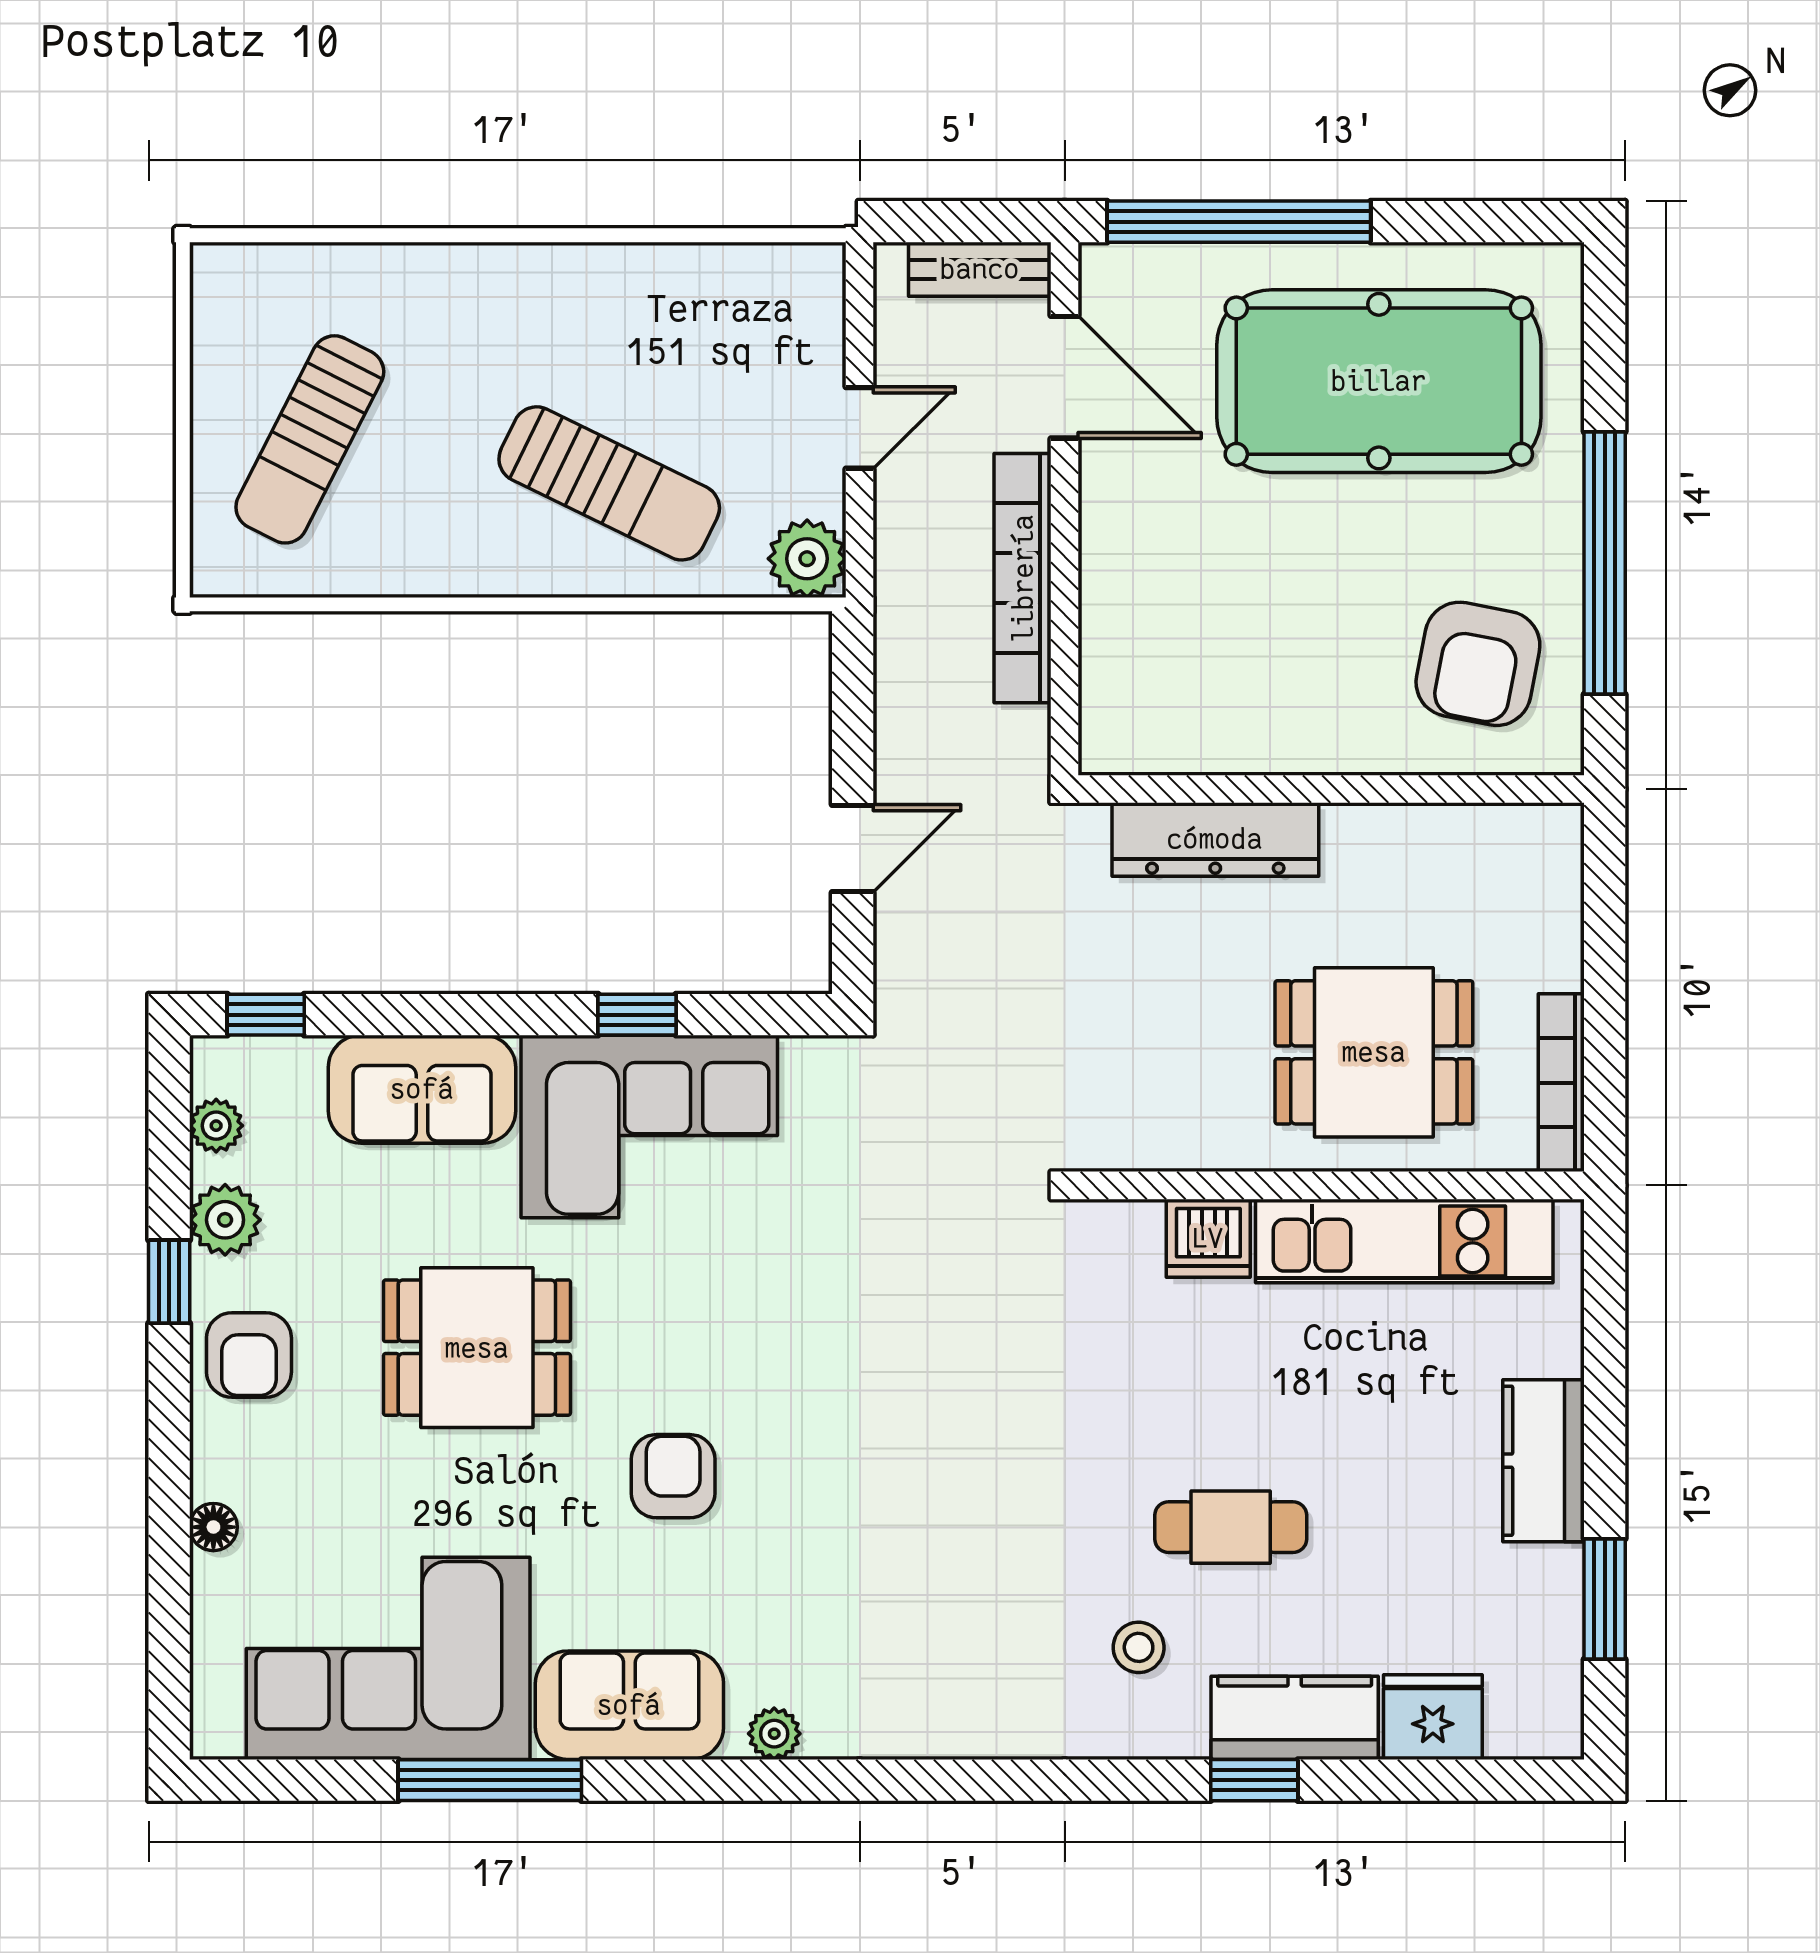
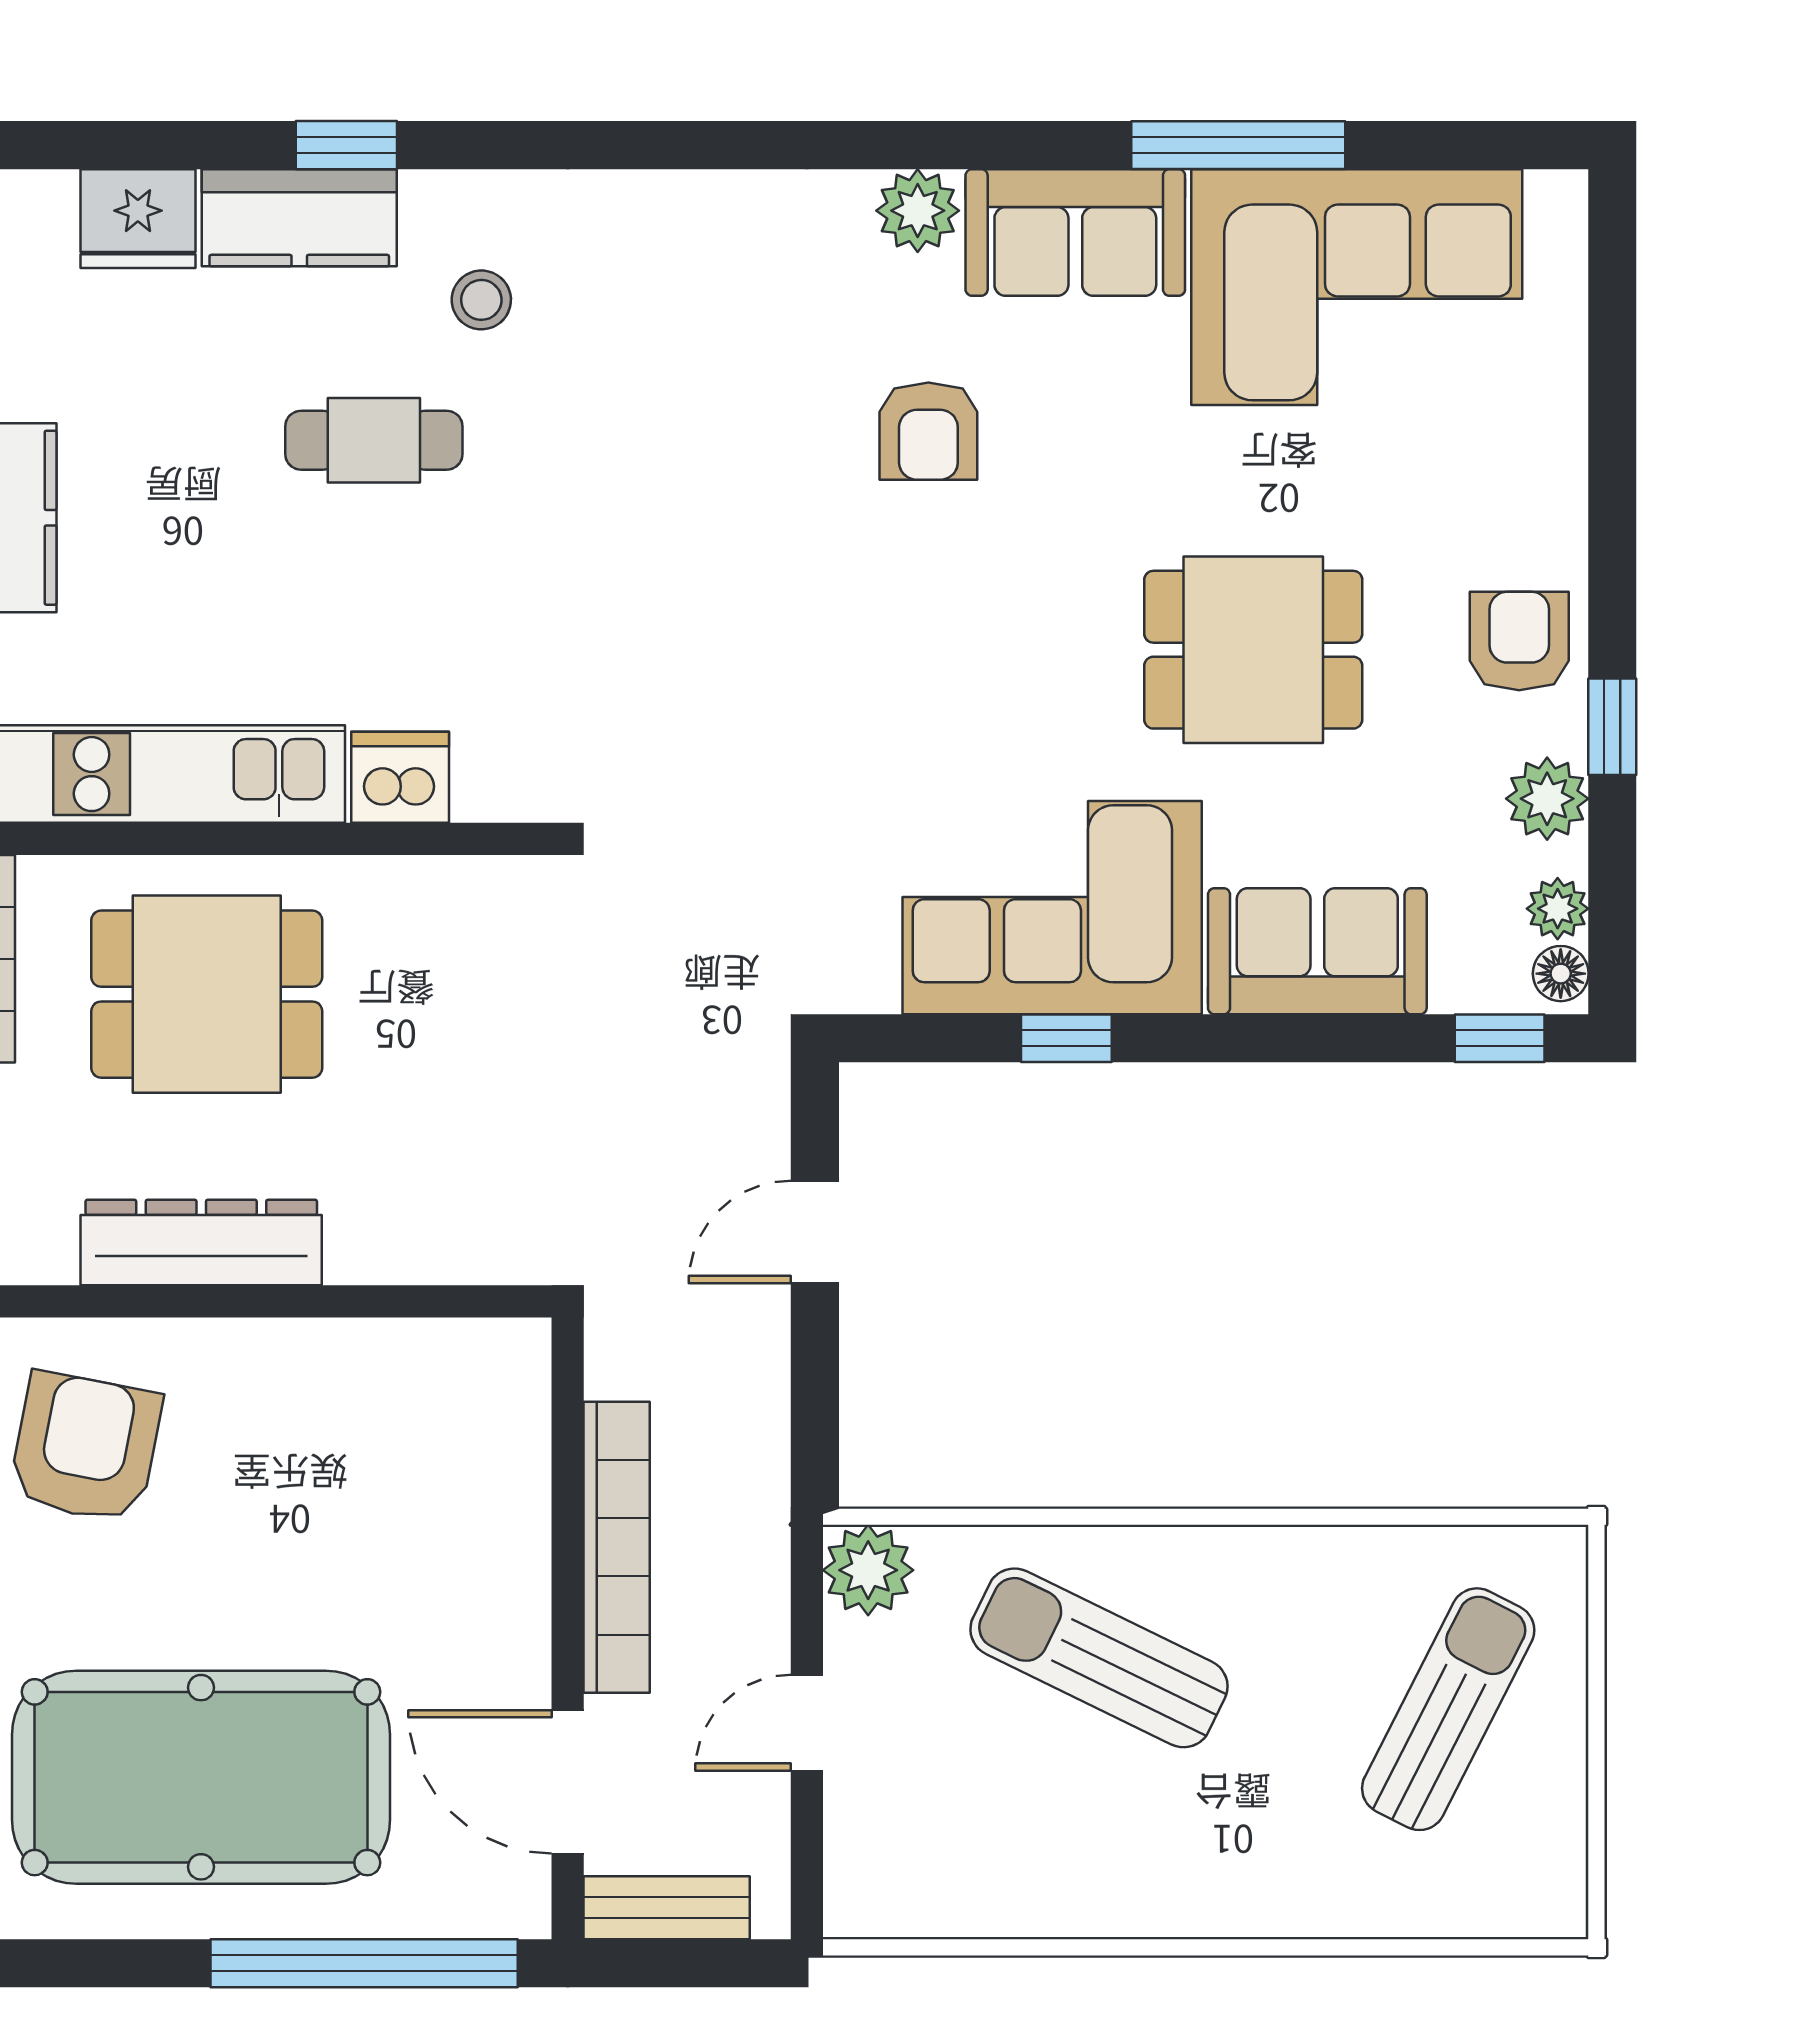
dresser: (1215, 839) -> (201, 1242), moved
armchair: (673, 1476) -> (928, 431), moved
floor lamp: (213, 1527) -> (1561, 974), moved
plant: (774, 1734) -> (918, 211), width x1.38, depth x1.38

